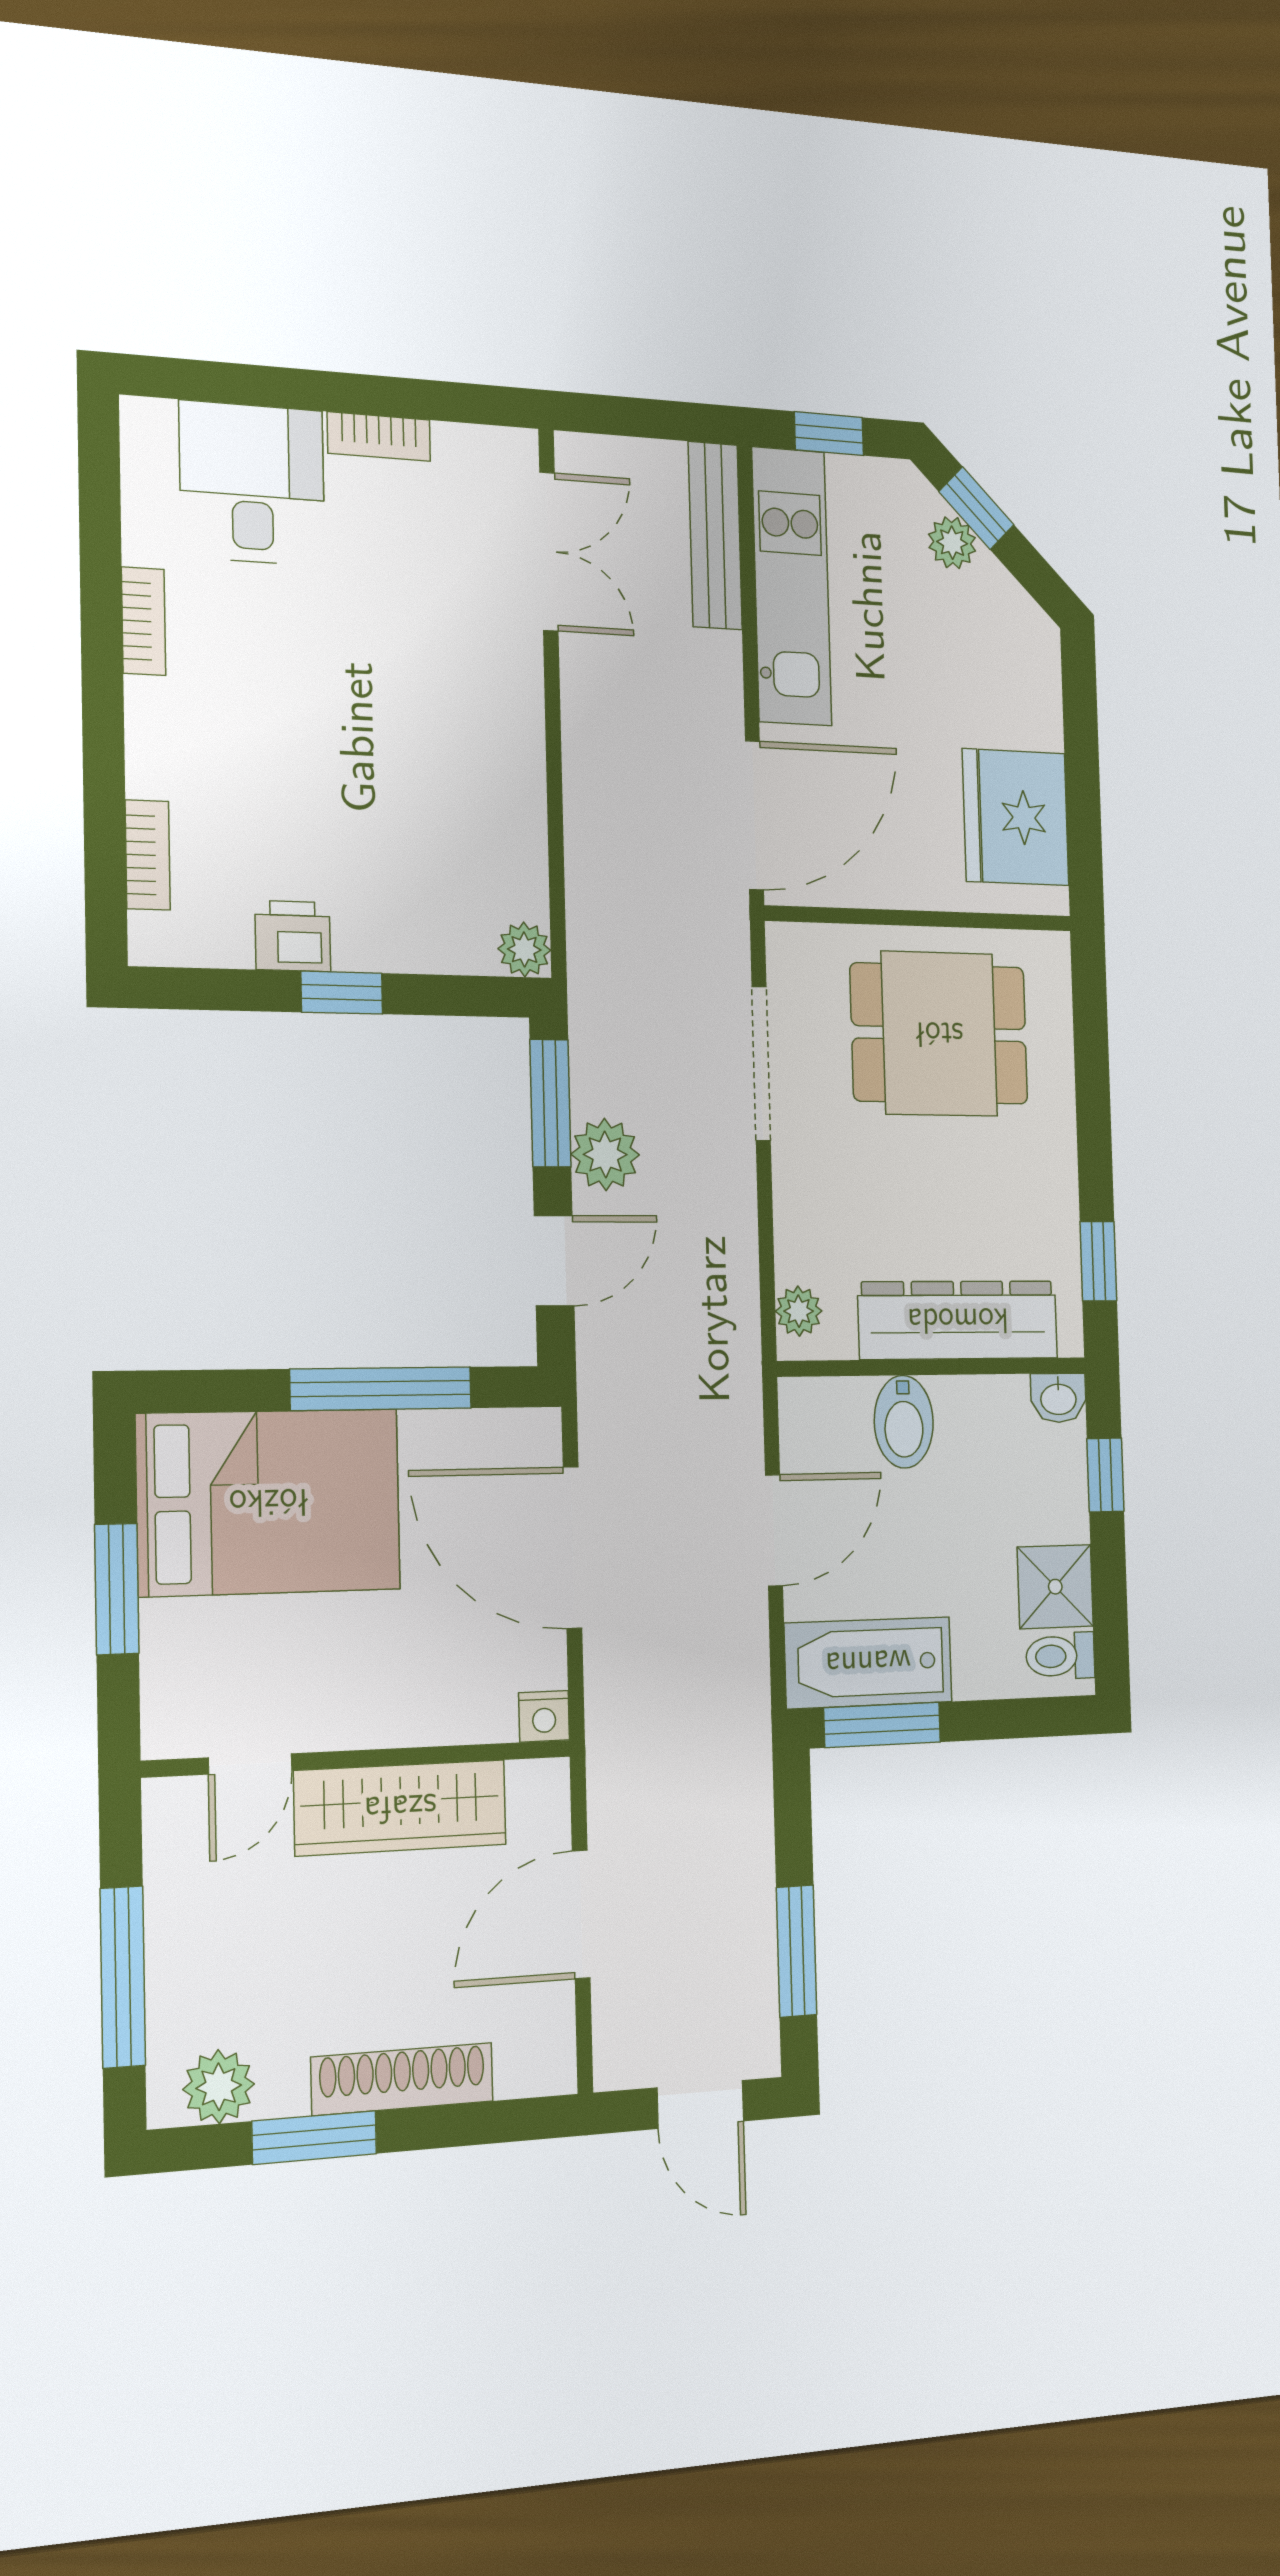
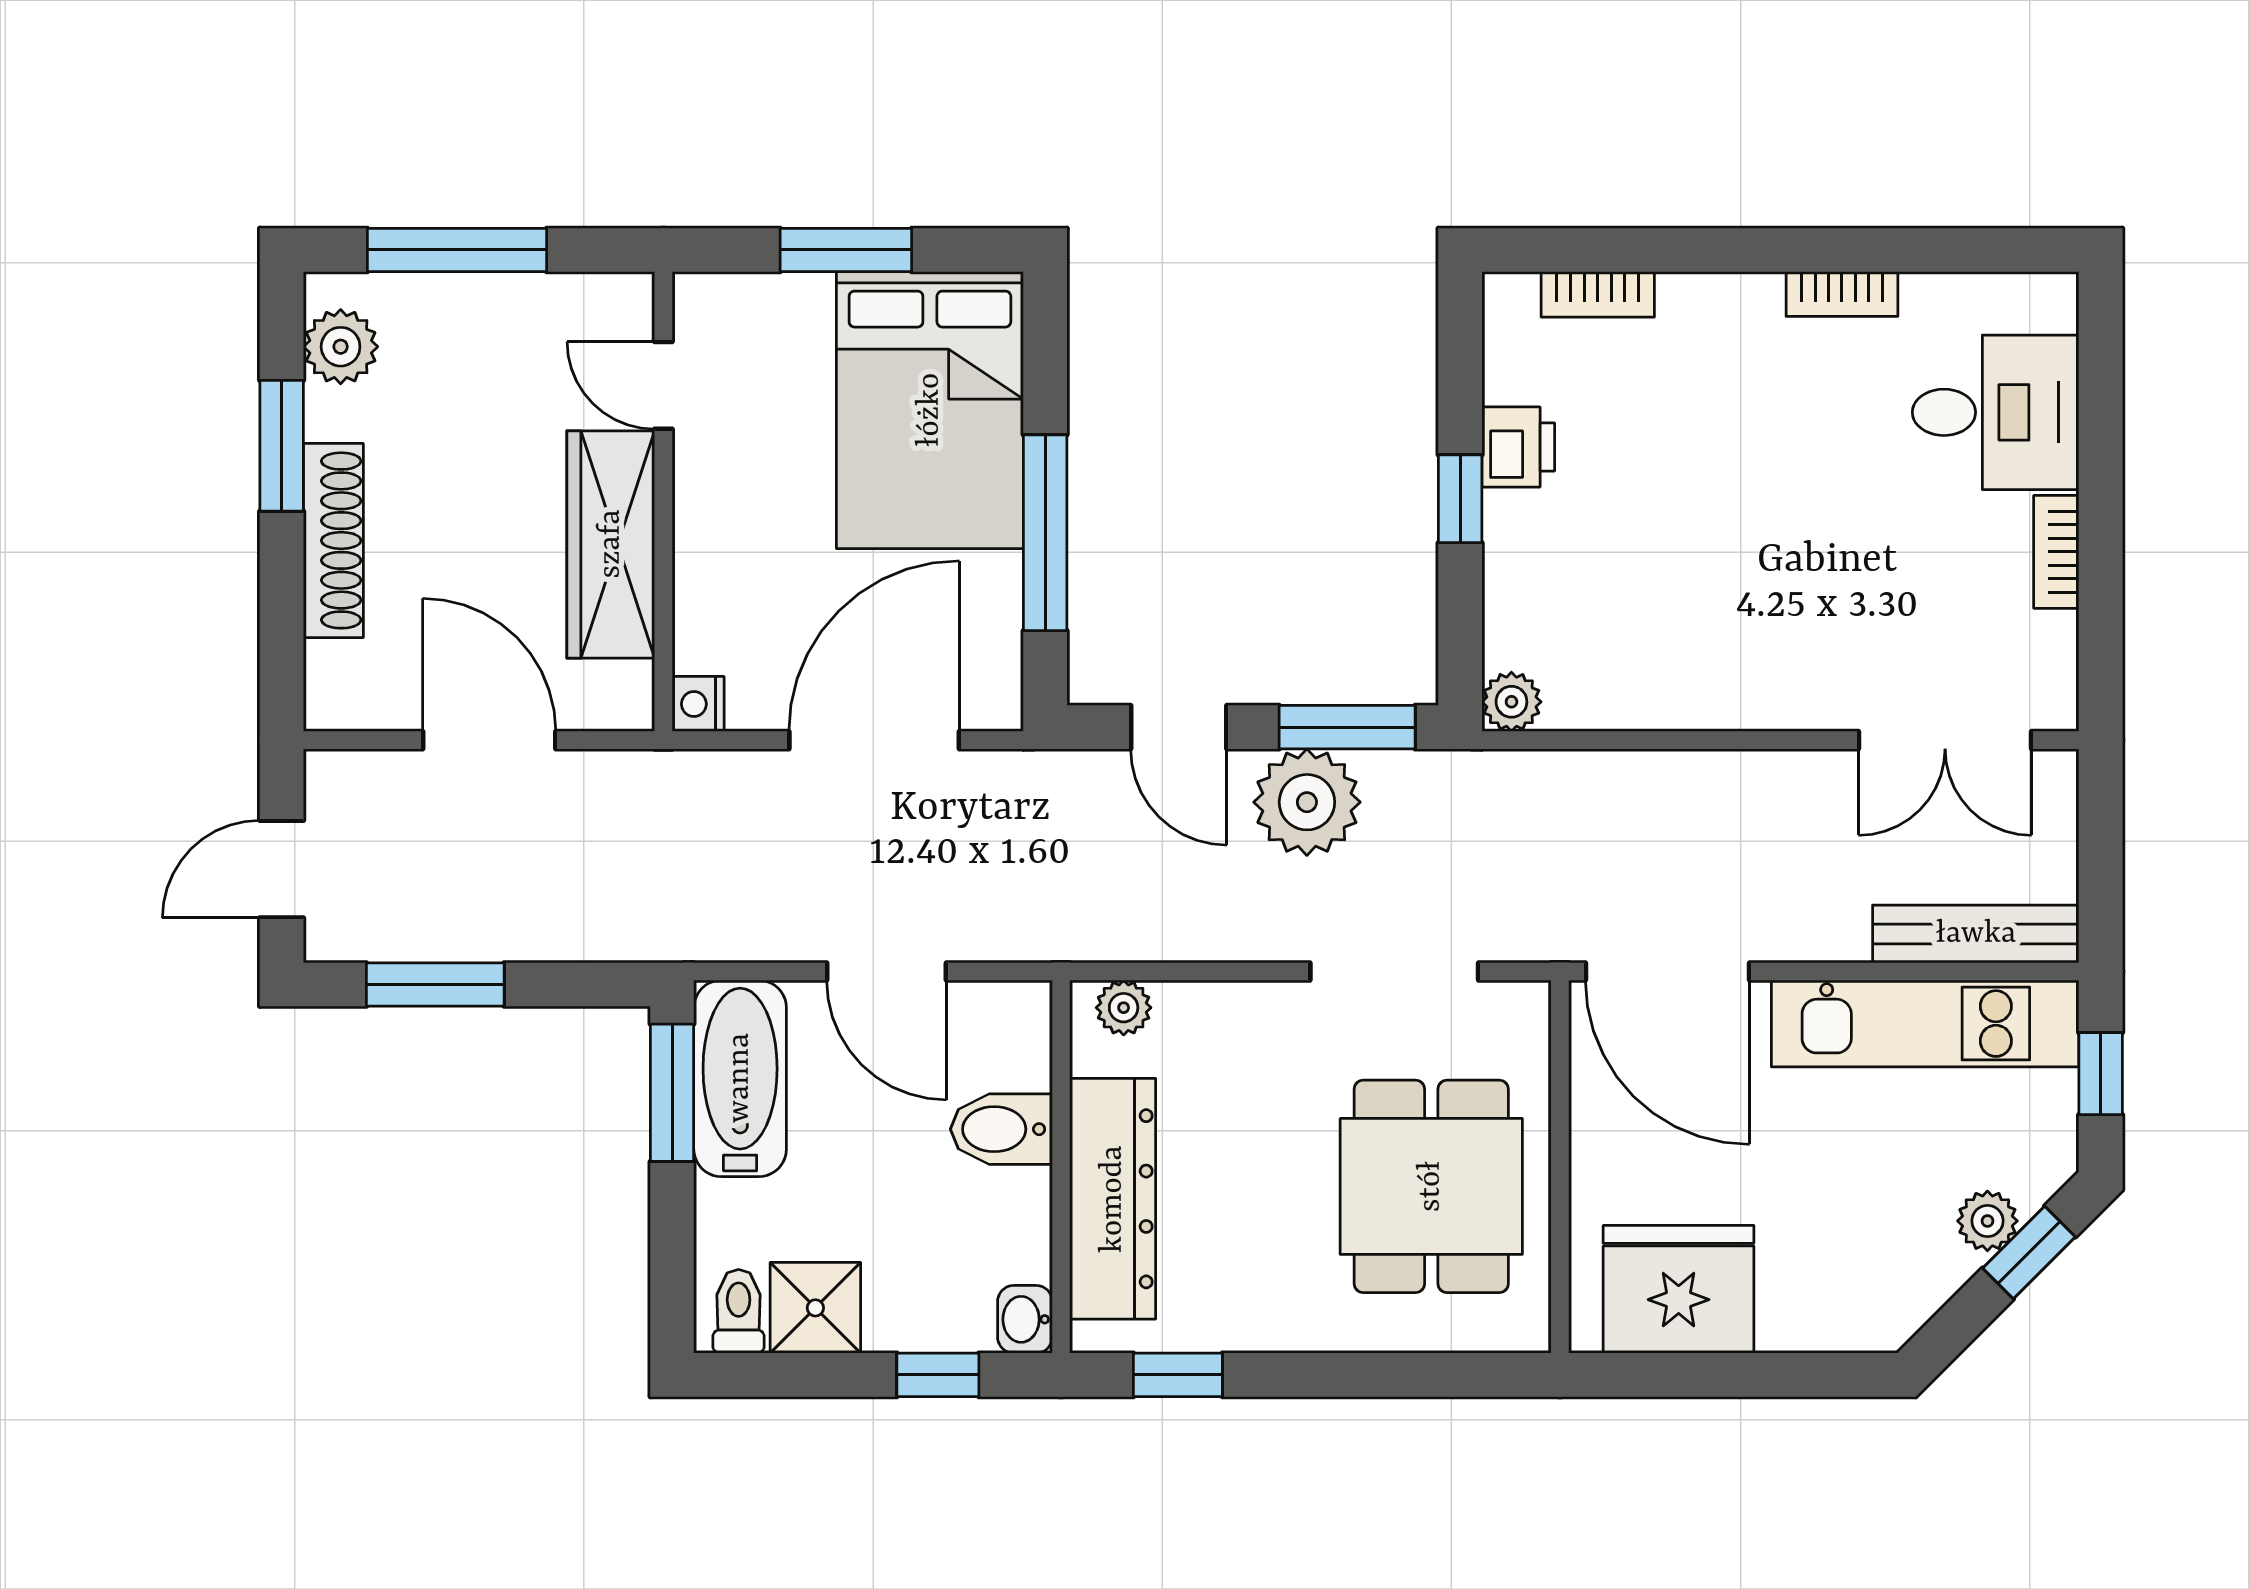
plant: (605, 1154) -> (1307, 802), width x1.36, depth x1.36

